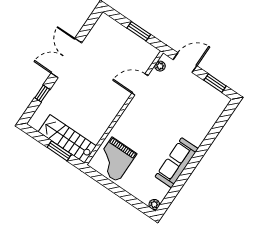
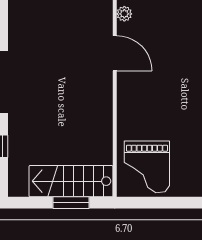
door: (140, 84) -> (115, 53), swing flipped

